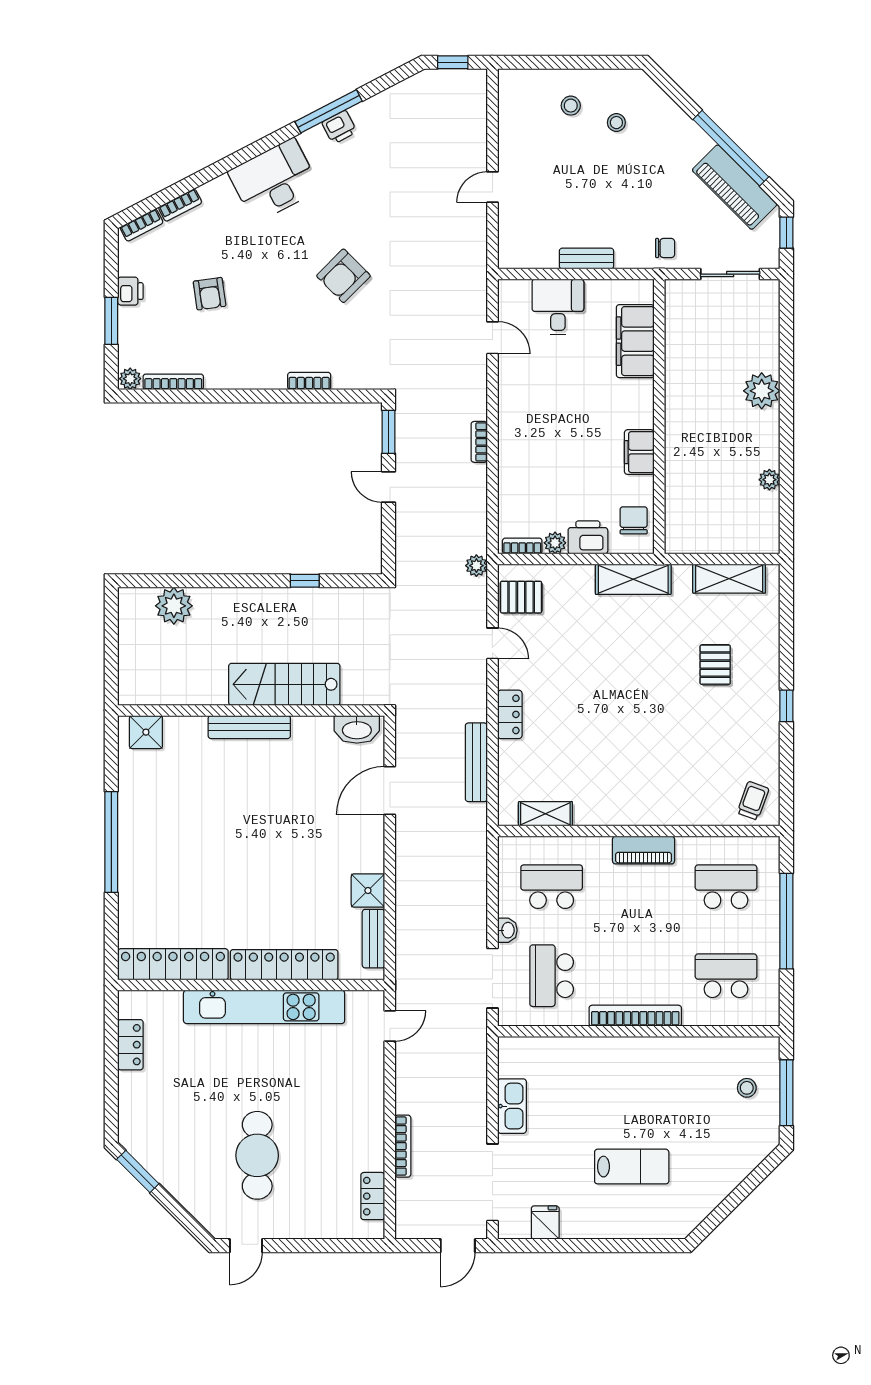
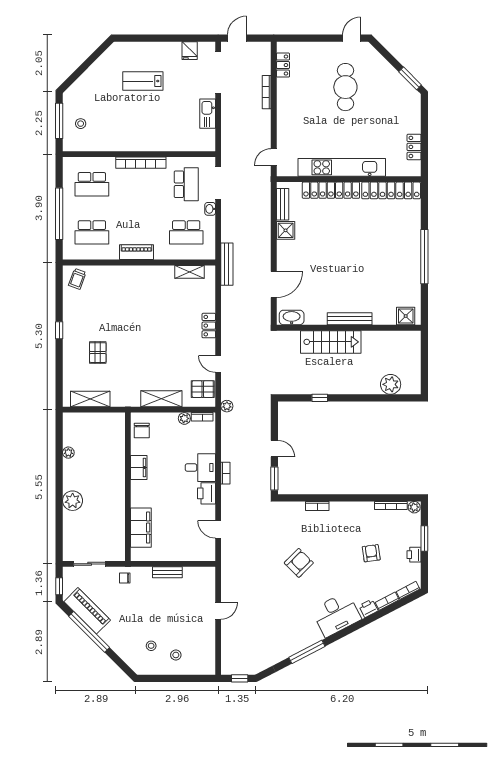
printer: (339, 127) -> (368, 608), moved
desk: (558, 307) -> (200, 468), moved, turned -90
printer: (588, 537) -> (207, 493), moved, turned 90
shelving: (633, 579) -> (161, 399), moved
bench: (476, 762) -> (227, 264), moved

